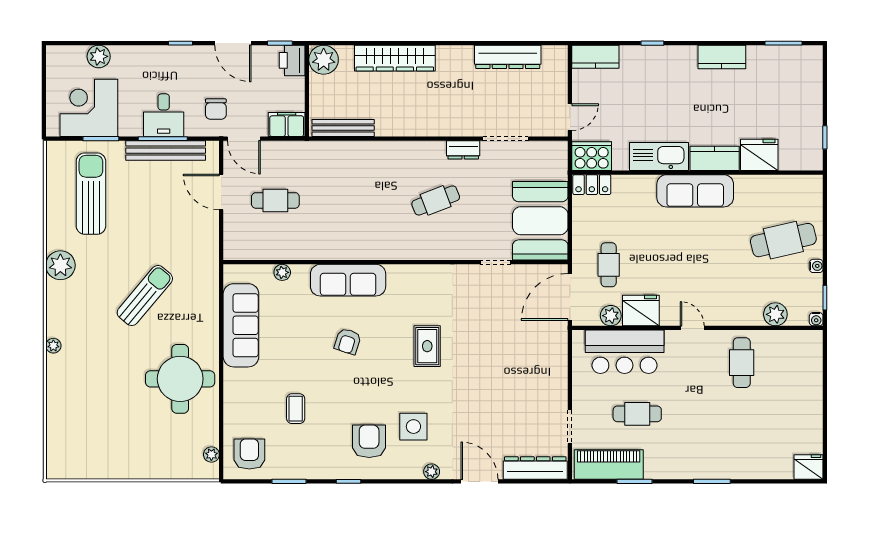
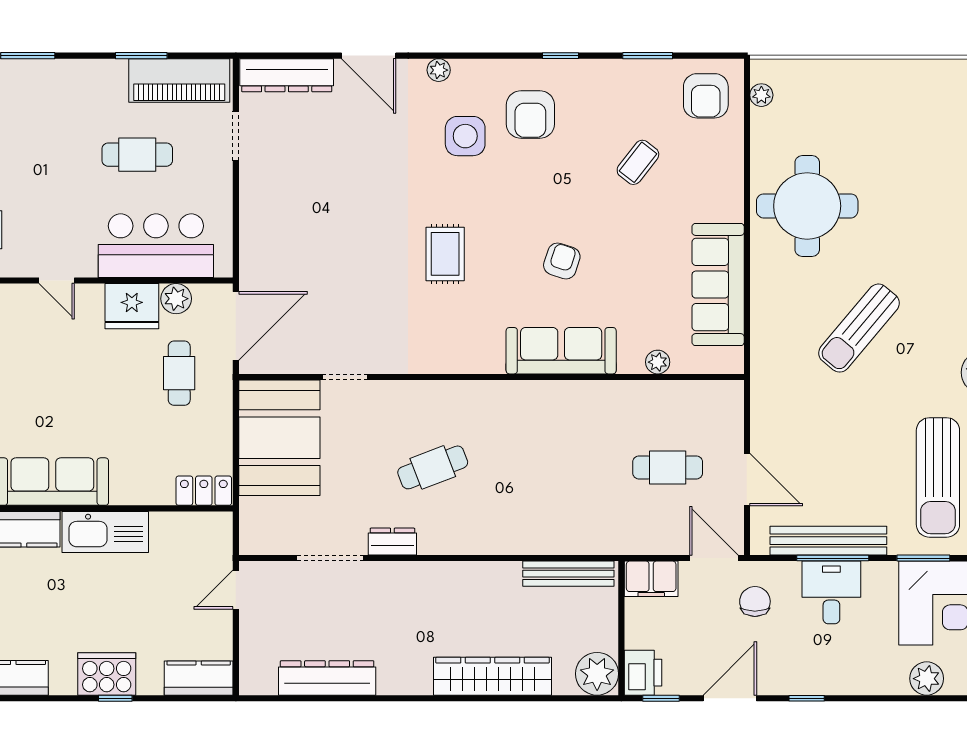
door: (233, 43) -> (730, 698), hinge flipped
cooker: (592, 156) -> (107, 674), moved, turned 180
coffee table: (296, 409) -> (638, 162), turned 38

